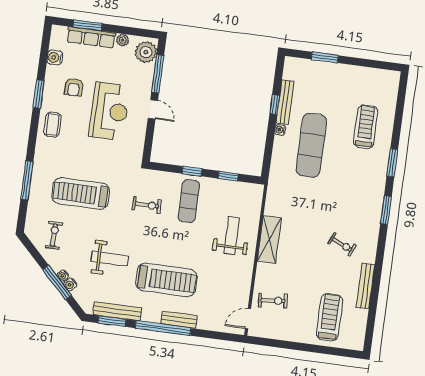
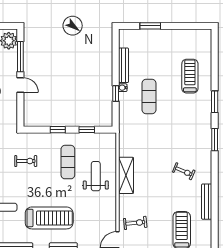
window: (275, 105) -> (116, 93), moved
exercise mat: (311, 145) -> (149, 97), width x0.73, depth x0.69
exercise mat: (189, 201) -> (68, 162), moved

